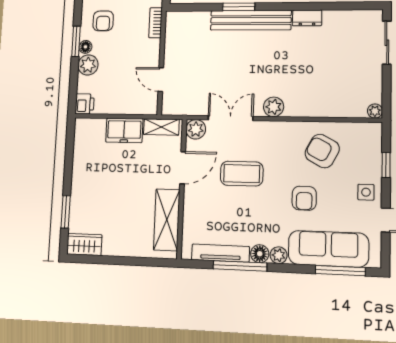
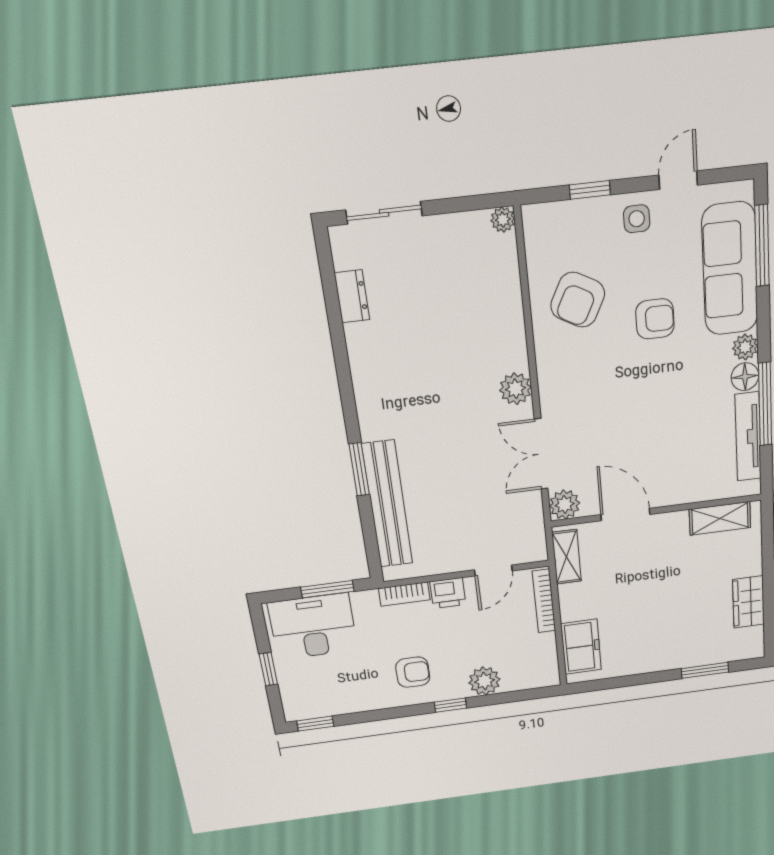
dresser: (307, 18) -> (352, 296), moved
bench: (251, 20) -> (387, 504), moved
window: (76, 41) -> (450, 705), width x0.67
floor lamp: (85, 47) -> (457, 690), removed
printer: (85, 104) -> (448, 593), moved, turned 180
bookcase: (135, 109) -> (544, 601), added
freezer: (124, 130) -> (581, 647), moved
coffee table: (242, 174) -> (626, 423), removed
shelving: (167, 220) -> (720, 518), width x0.67, depth x0.75
wardrobe: (84, 244) -> (748, 602), moved

